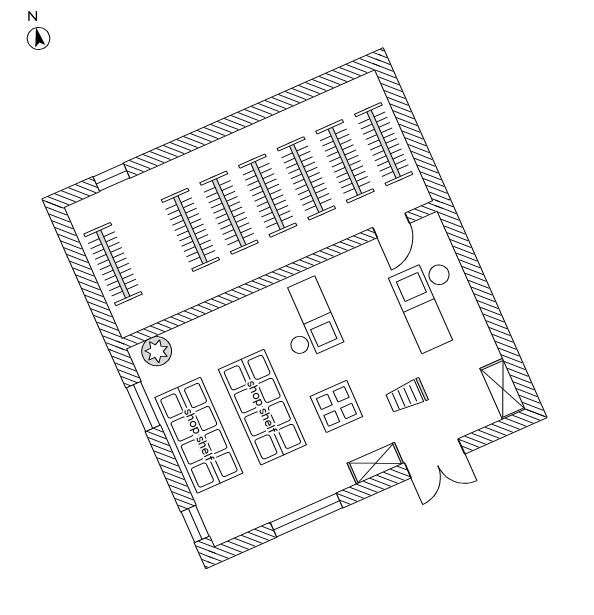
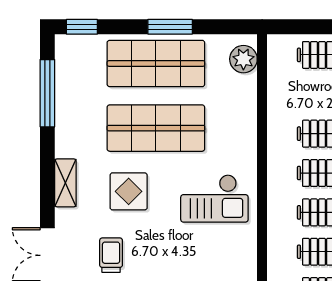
window: (143, 406) -> (170, 27), moved
shelving: (375, 463) -> (65, 183), moved
window: (307, 515) -> (47, 93), moved

